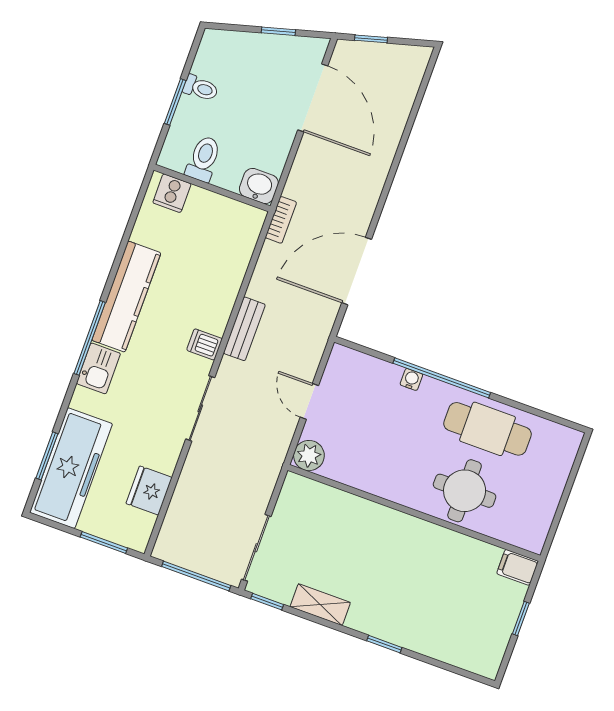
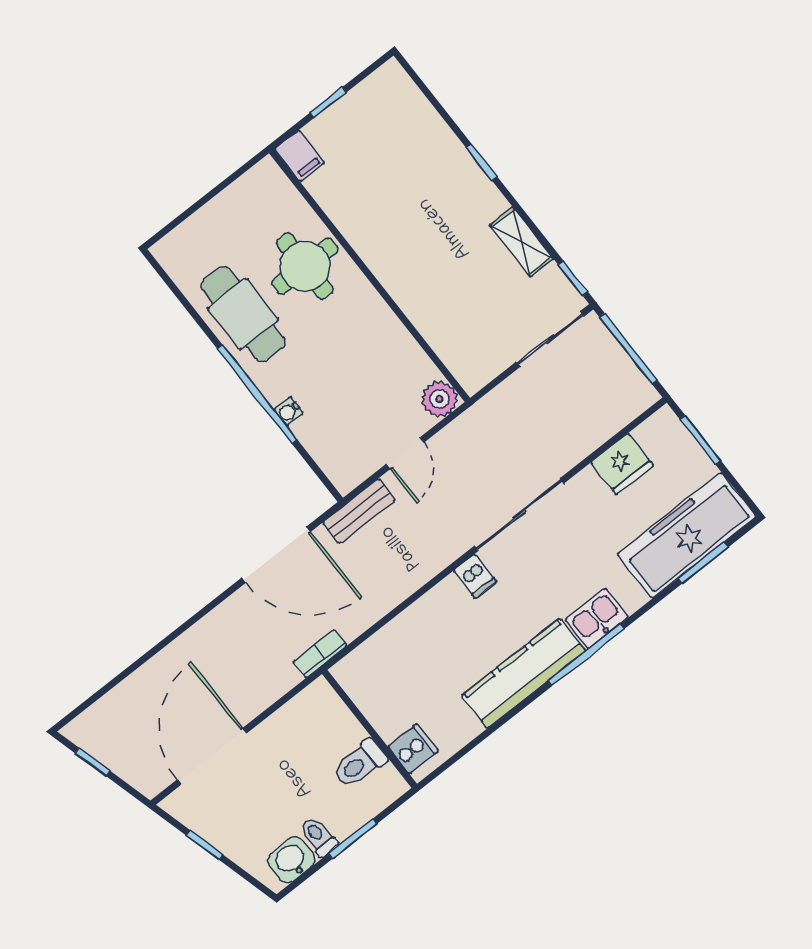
window: (371, 39) -> (92, 762), moved
washbasin: (259, 186) -> (291, 860), moved, turned 90
bench: (244, 329) -> (359, 511), moved
sliding door: (200, 408) -> (519, 514), width x1.37

